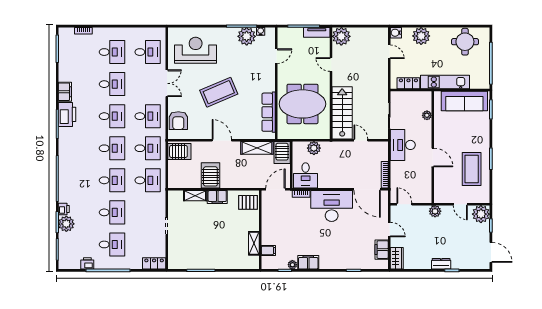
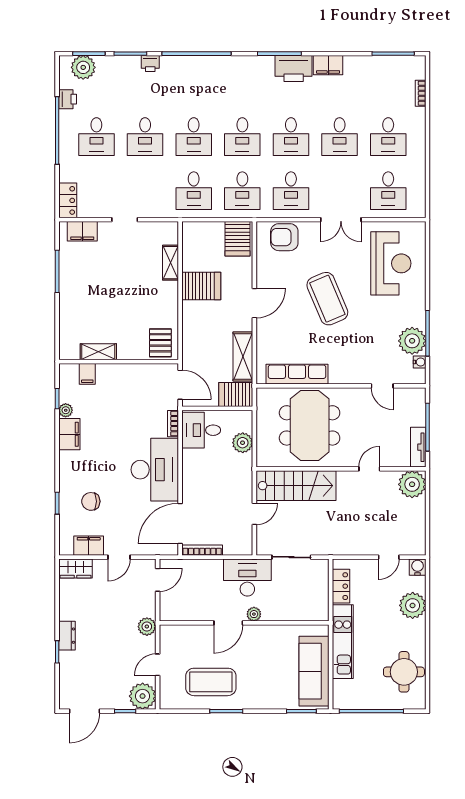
plant: (427, 115) -> (254, 614), moved
filing cabinet: (217, 197) -> (82, 231), moved, turned -90
plant: (66, 224) -> (83, 67), moved
chair: (353, 248) -> (91, 501), added

